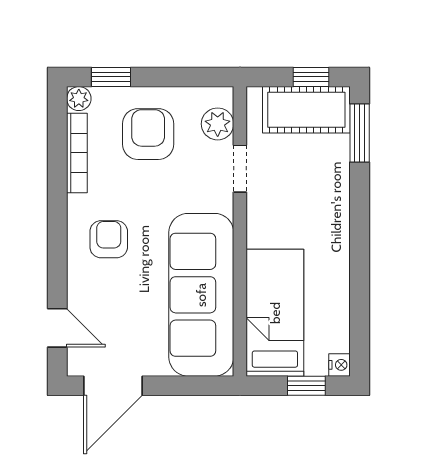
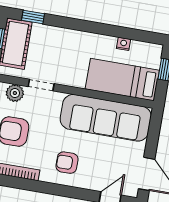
window: (360, 133) -> (33, 17), width x0.67
nightstand: (339, 365) -> (123, 44), moved

